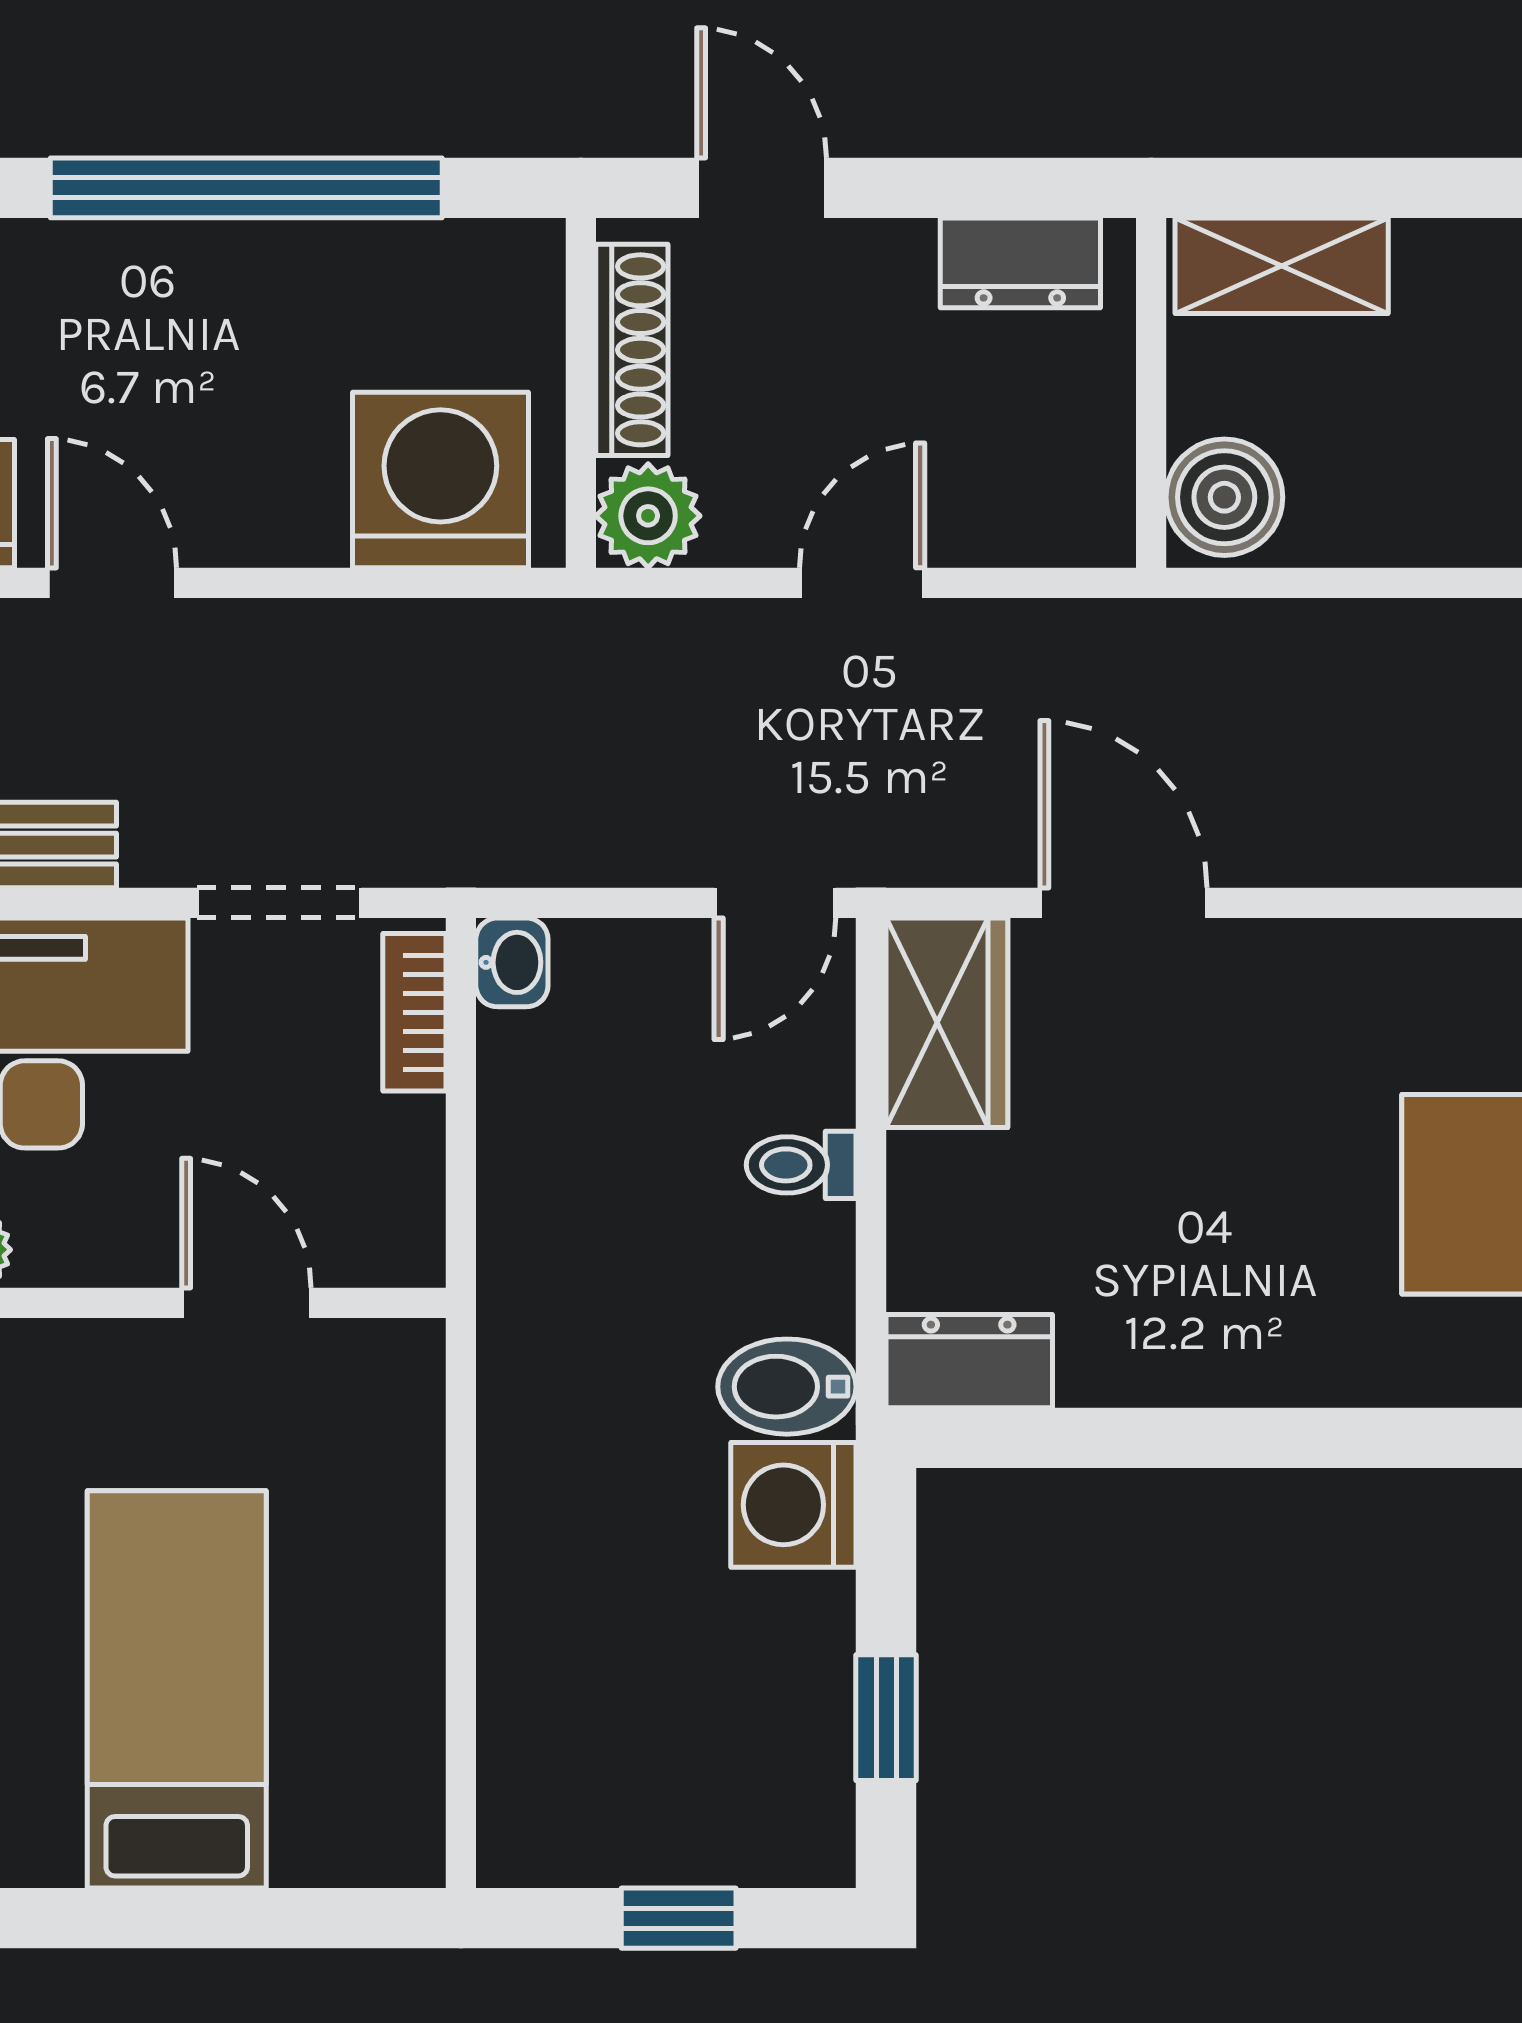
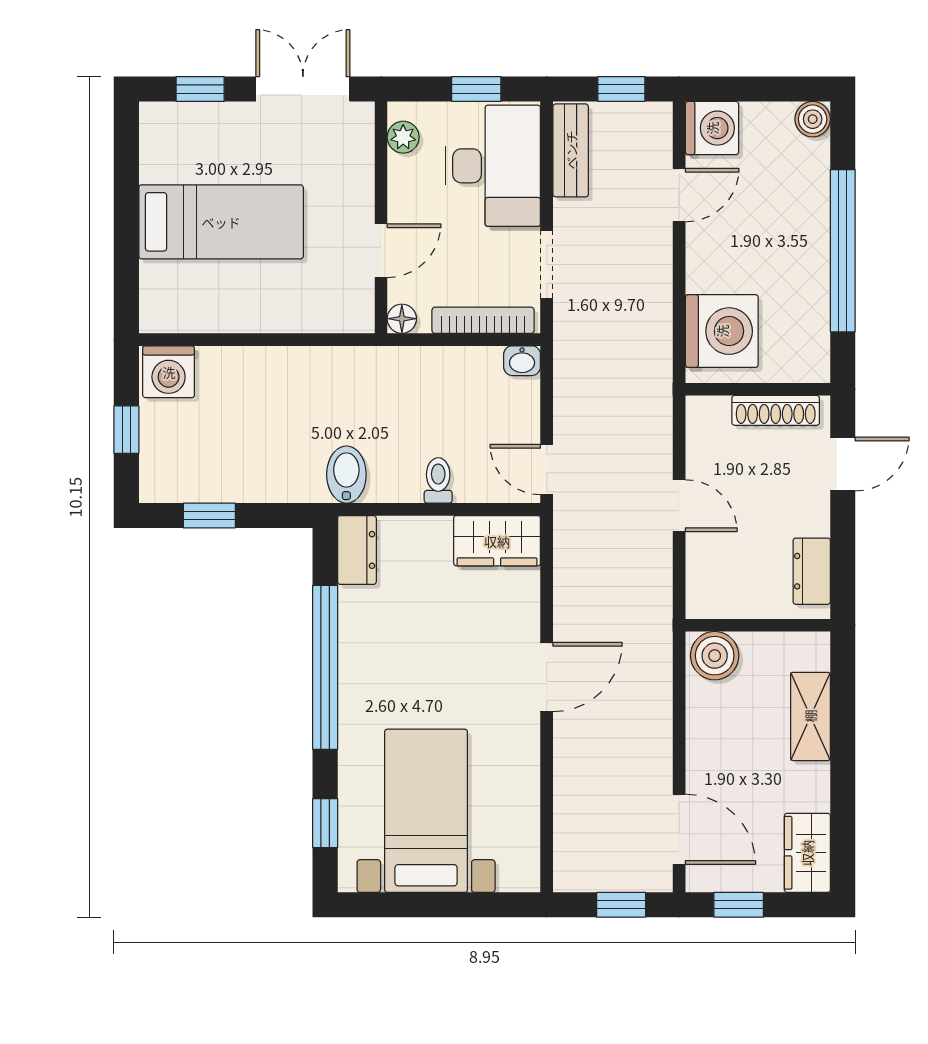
shelving: (1282, 266) -> (810, 716), moved
plant: (648, 516) -> (707, 417), removed
door: (1123, 903) -> (547, 677), moved
bookcase: (414, 1012) -> (483, 320), width x1.56
floor lamp: (411, 1253) -> (402, 319), added
window: (1253, 1438) -> (325, 667), added
washing machine: (793, 1505) -> (169, 372), moved, turned 180

